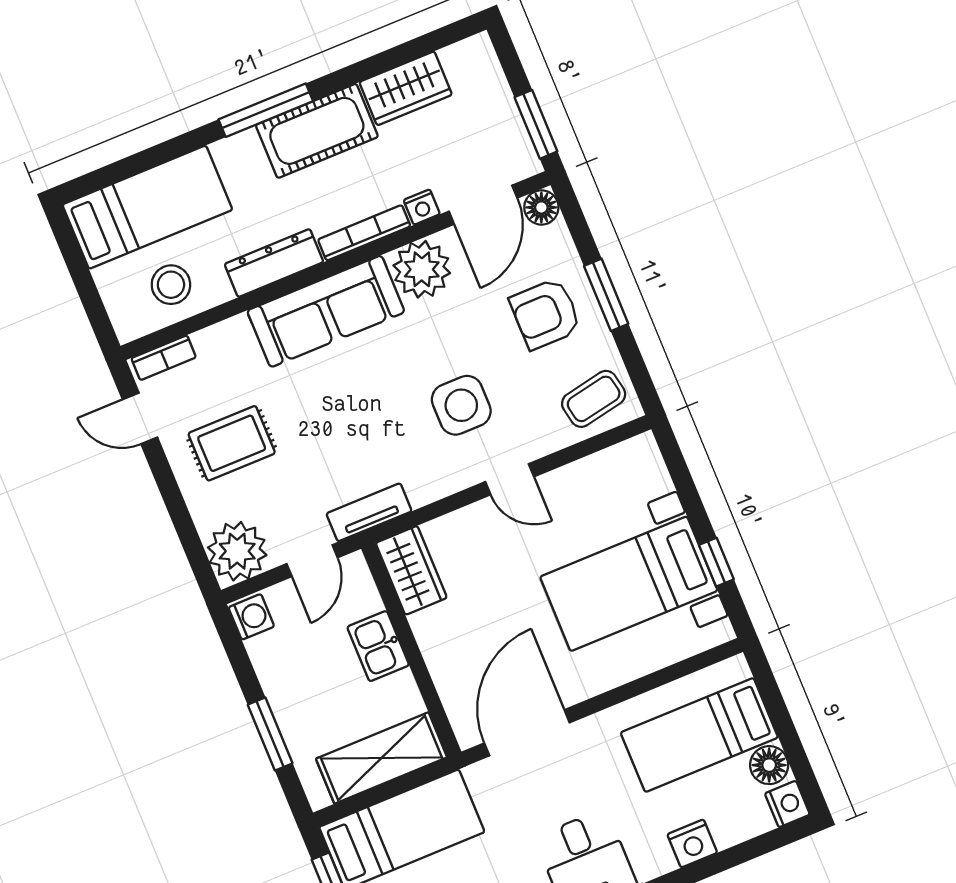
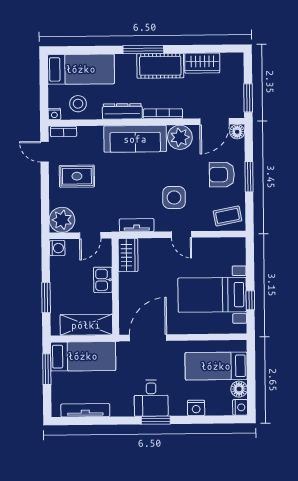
nightstand: (422, 207) -> (54, 114), moved
tv unit: (369, 512) -> (137, 225), moved

